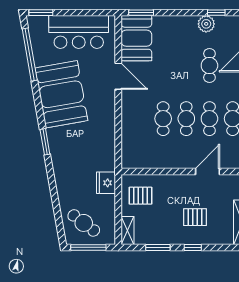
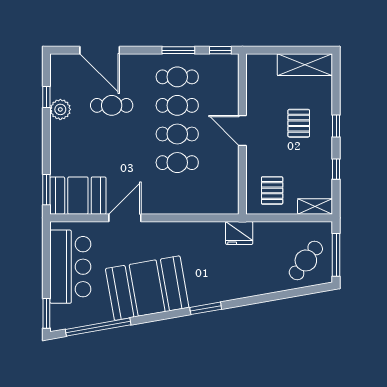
door: (208, 172) -> (242, 130), moved
fridge: (106, 183) -> (239, 233), moved
window: (158, 247) -> (336, 169), width x0.67

